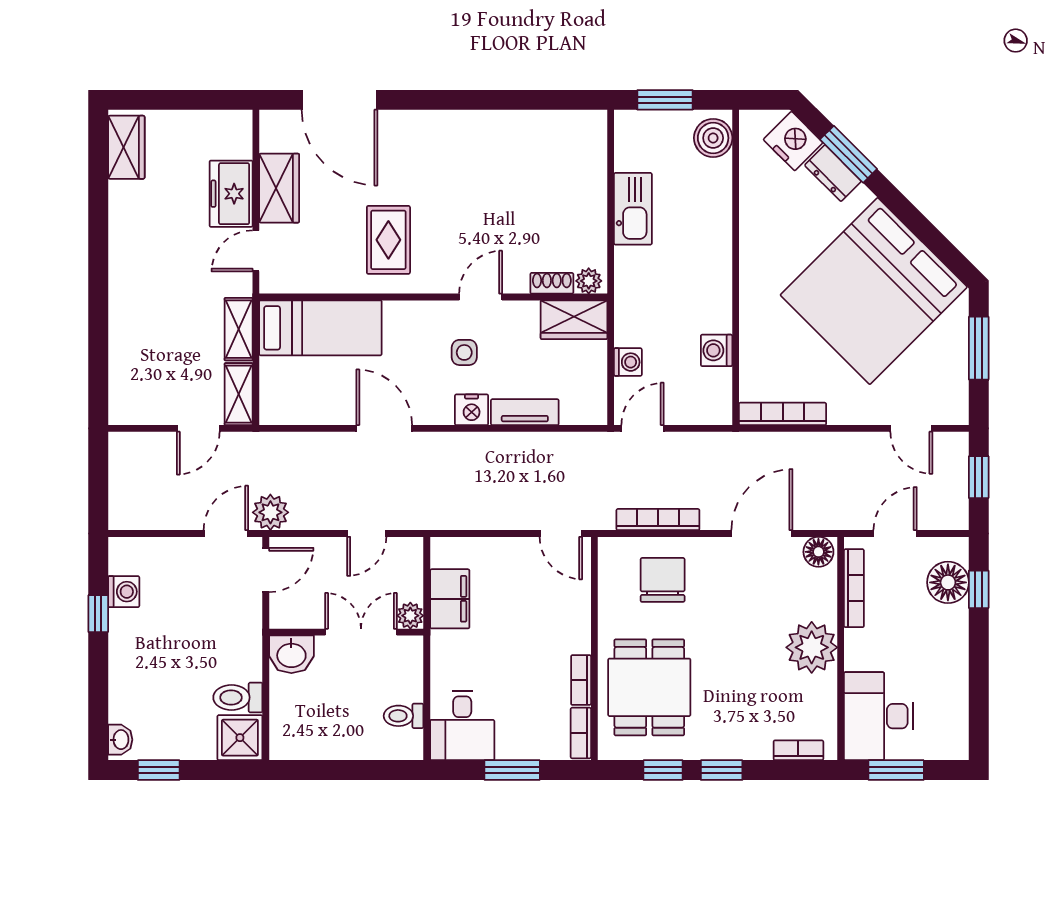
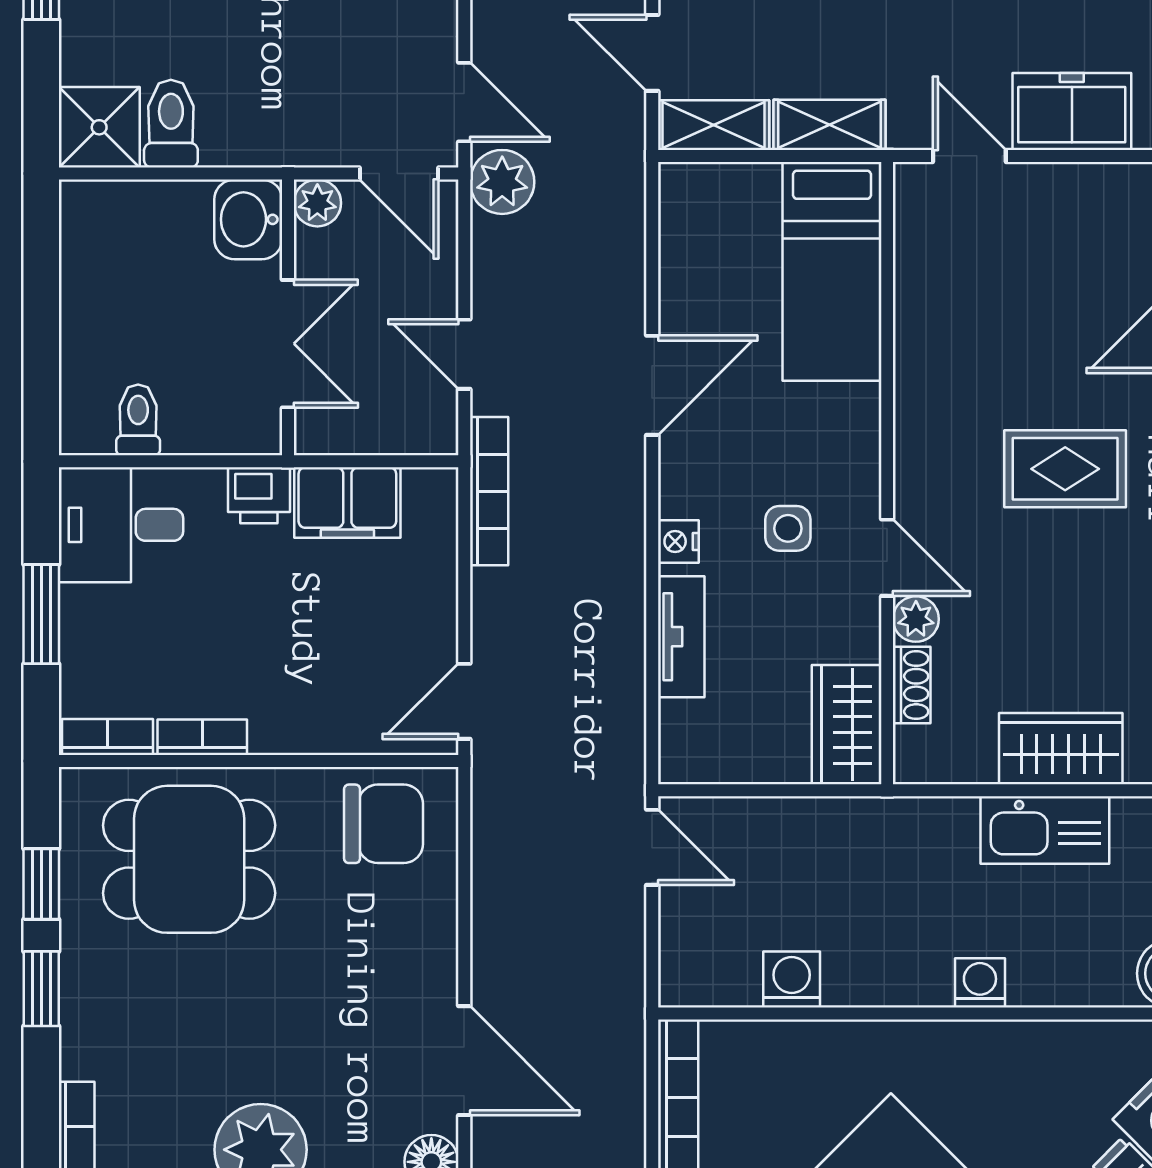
wardrobe: (279, 188) -> (1061, 749), moved, turned 180
rug: (388, 240) -> (1065, 469), moved
plant: (589, 281) -> (916, 619), moved
washing machine: (628, 362) -> (980, 983), moved, turned 180
nightstand: (472, 410) -> (678, 541), width x0.72, depth x0.74
bookcase: (658, 520) -> (489, 491), moved
chair: (663, 580) -> (384, 824), moved
plant: (410, 616) -> (317, 203), moved
printer: (446, 648) -> (259, 495), added

